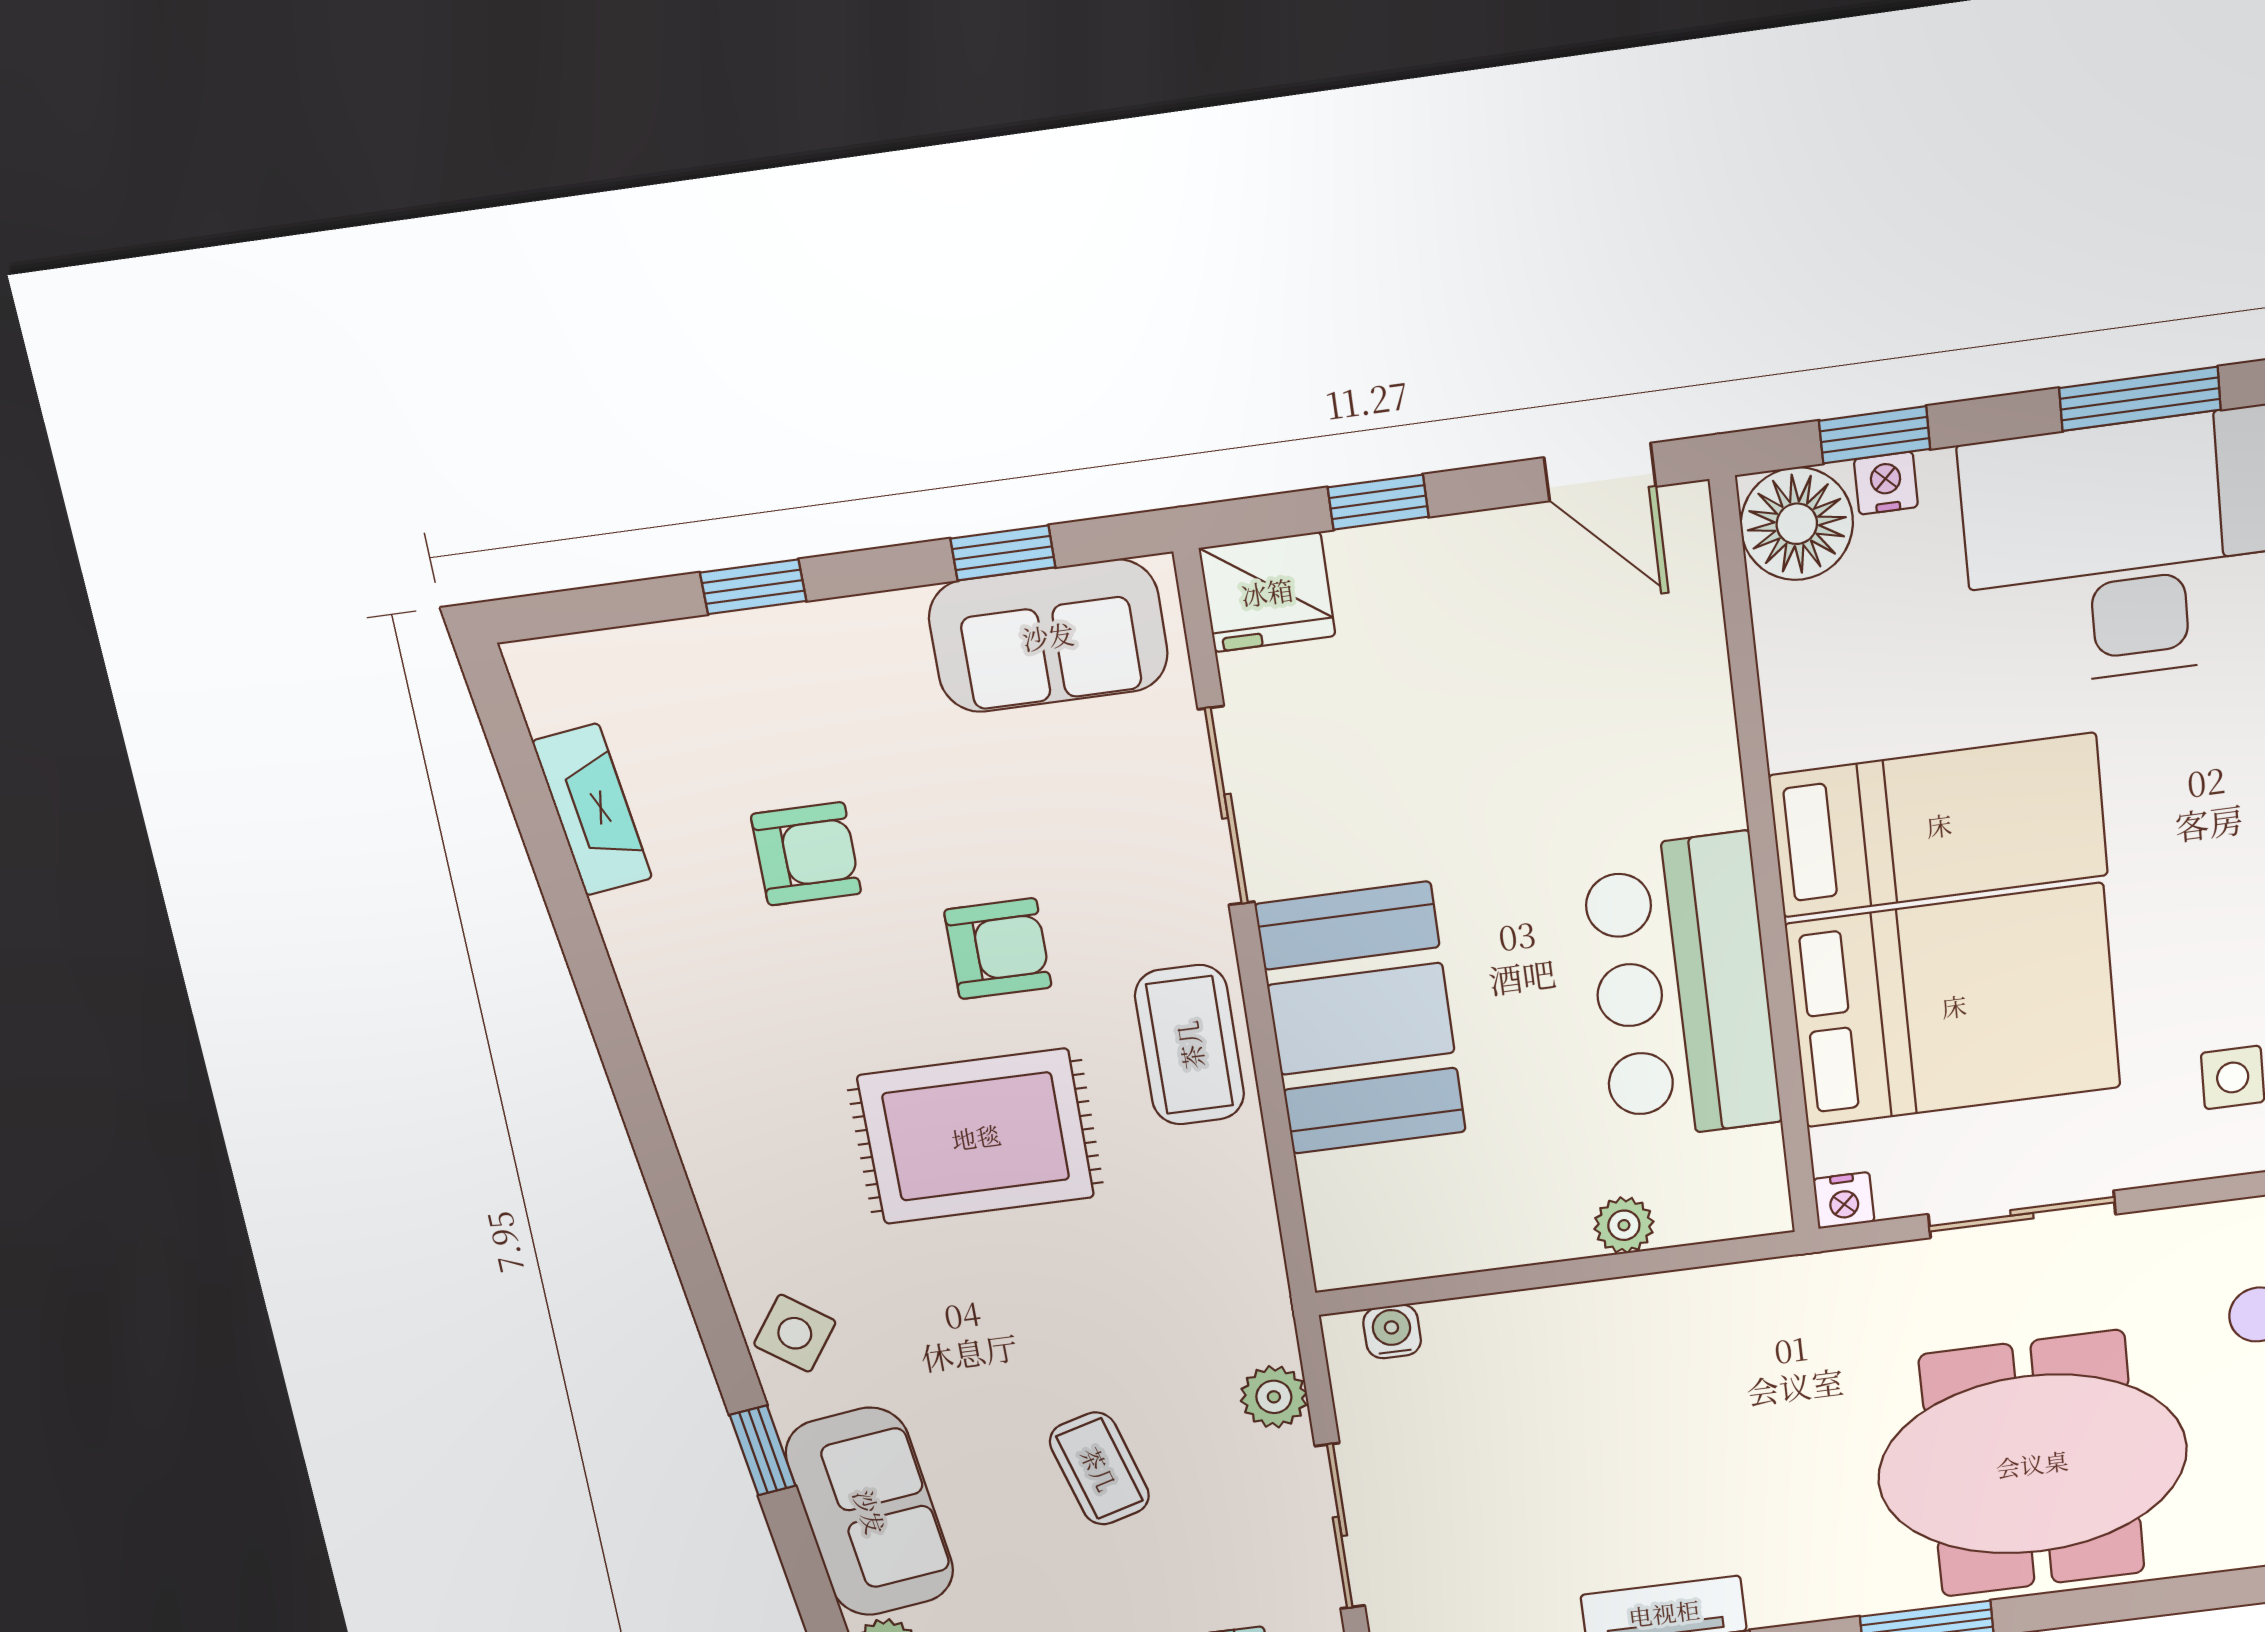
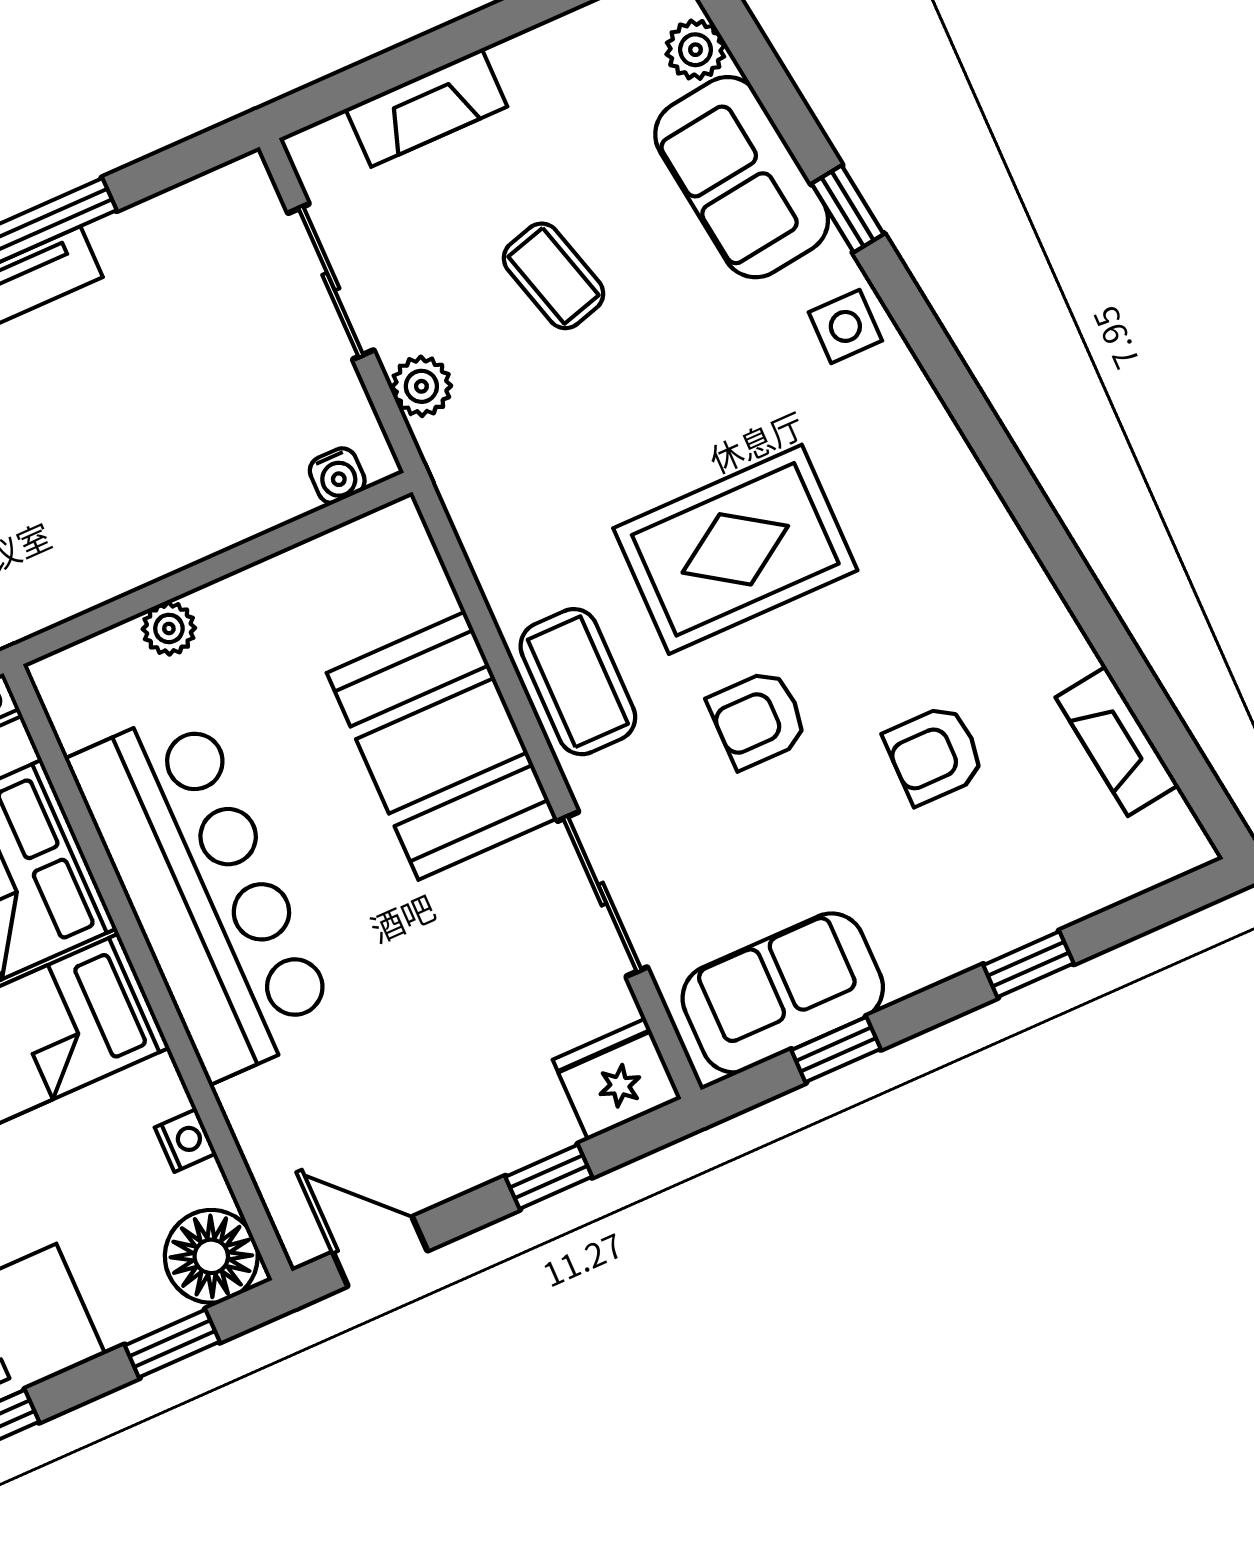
nightstand: (1886, 483) -> (186, 1140), moved, turned -90
bar counter: (1682, 988) -> (203, 893), width x1.36
side table: (795, 1333) -> (845, 326), turned -36

